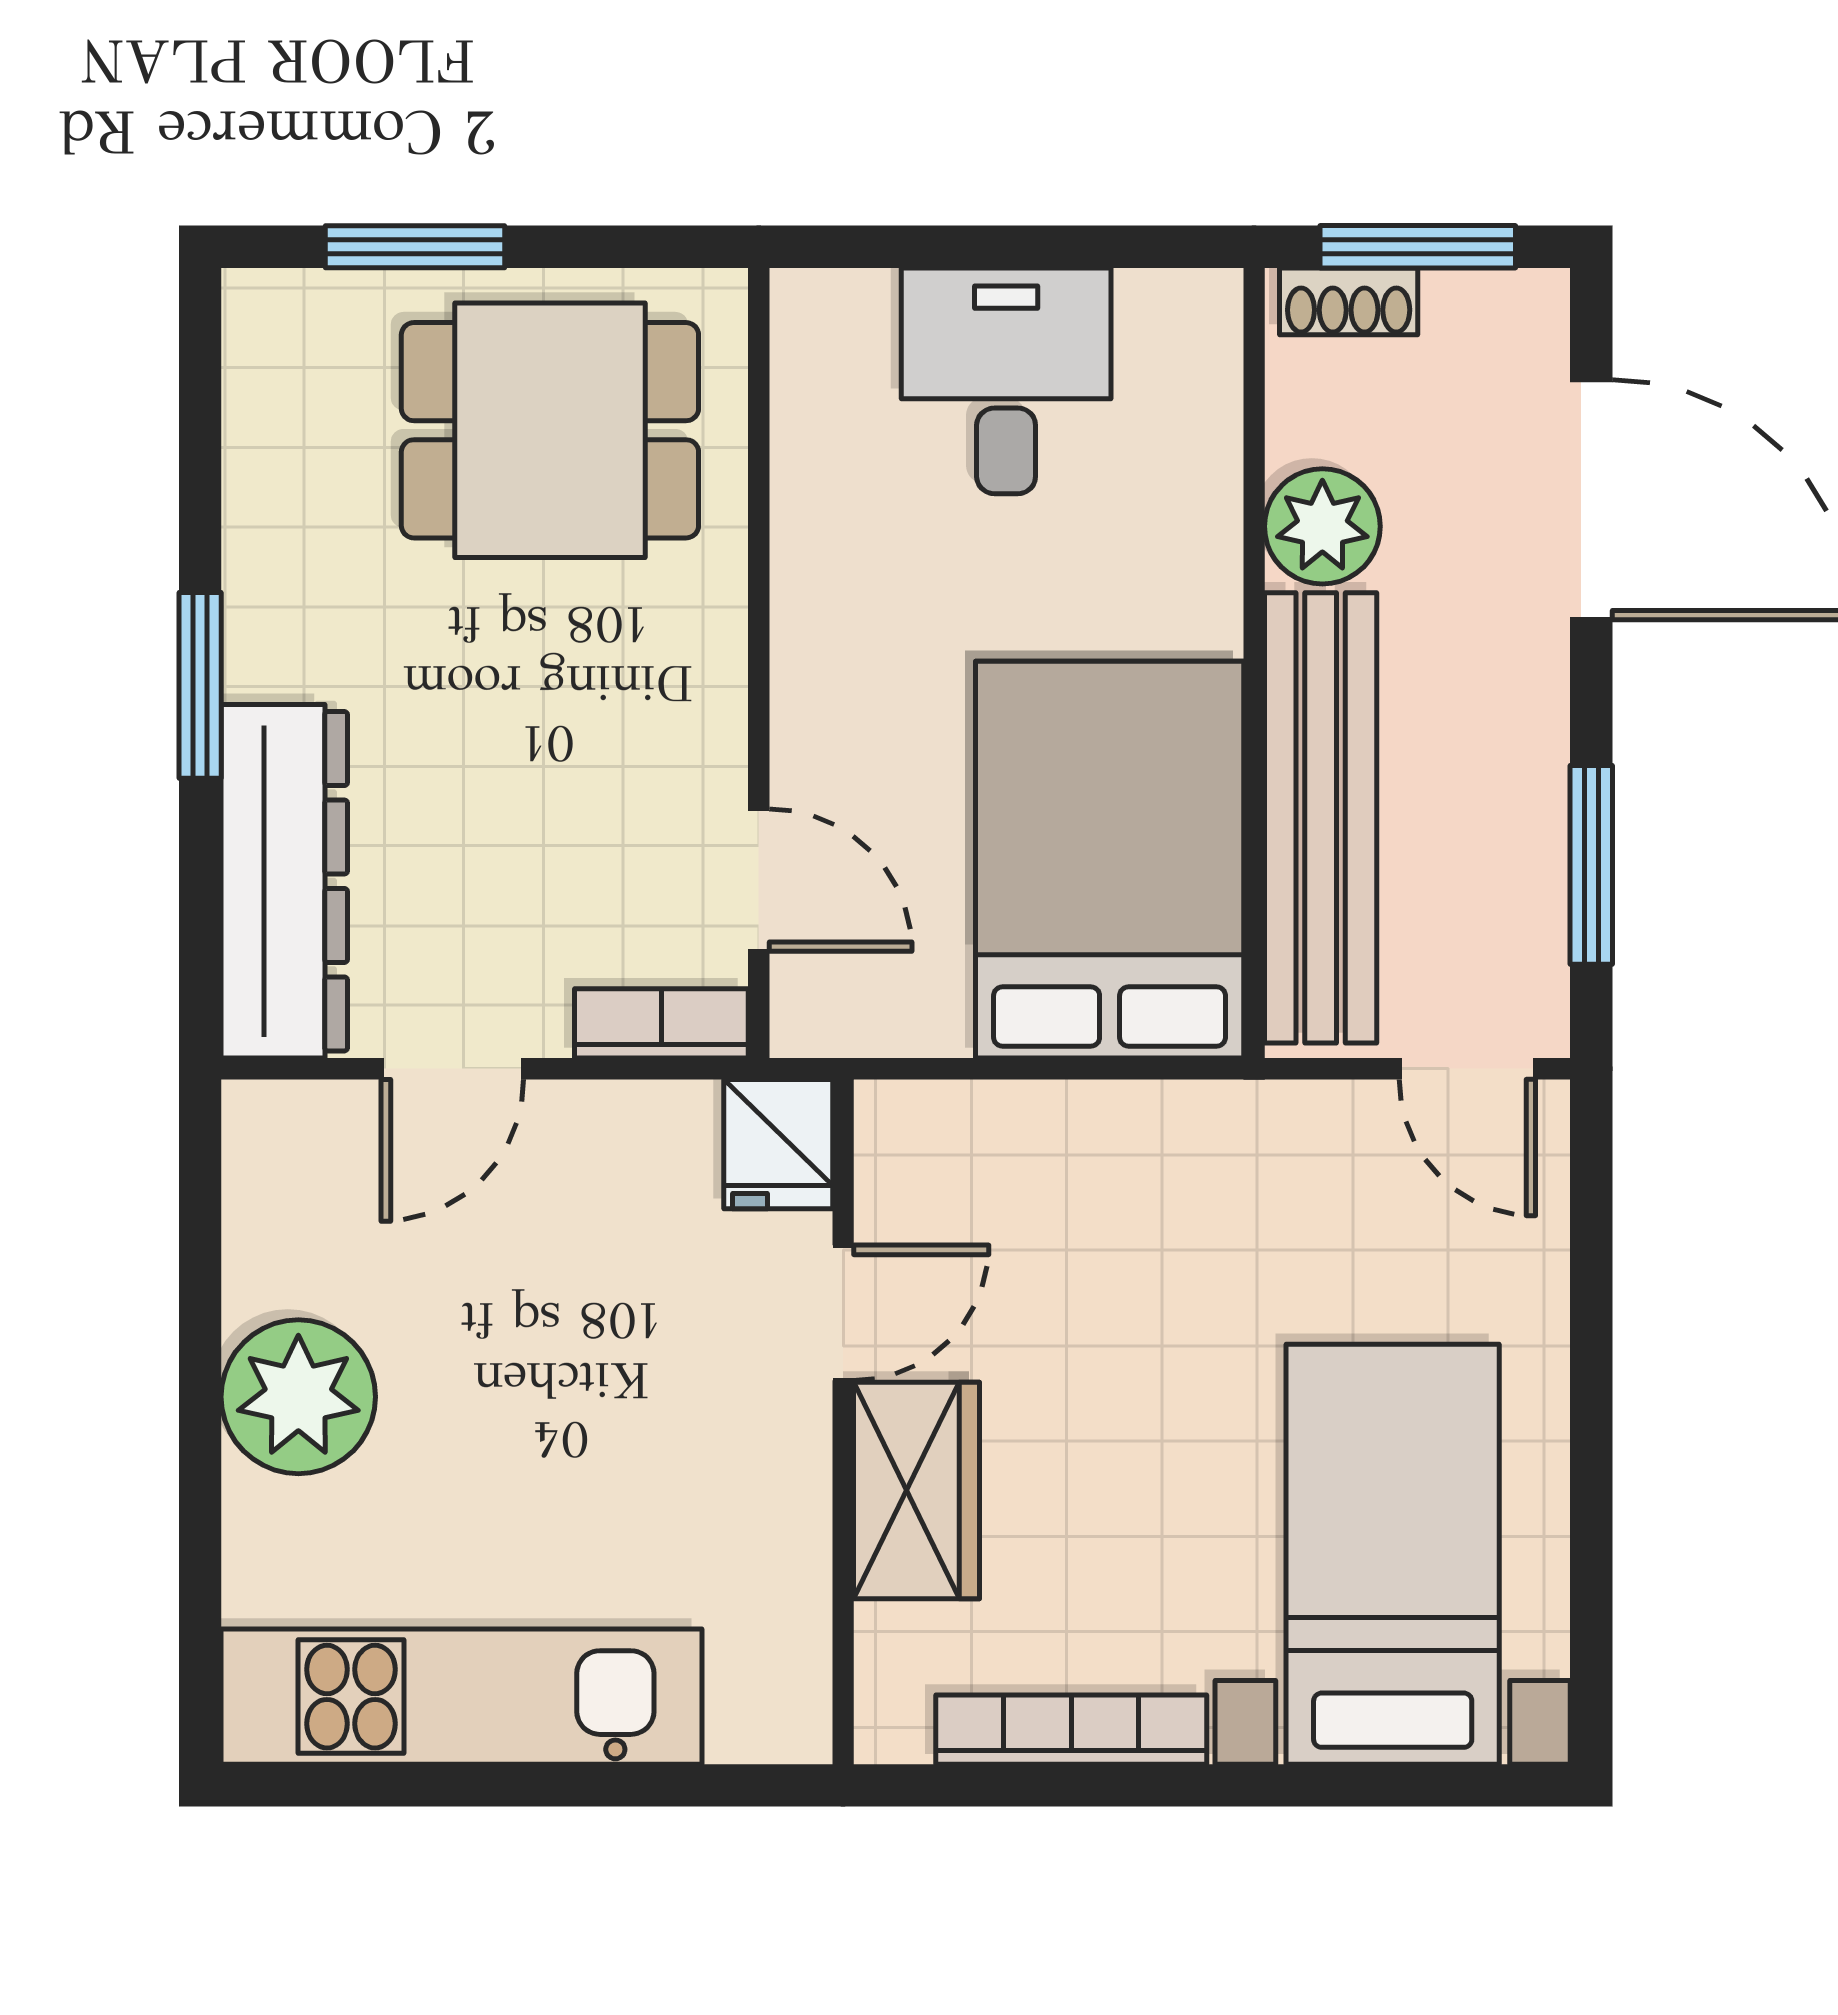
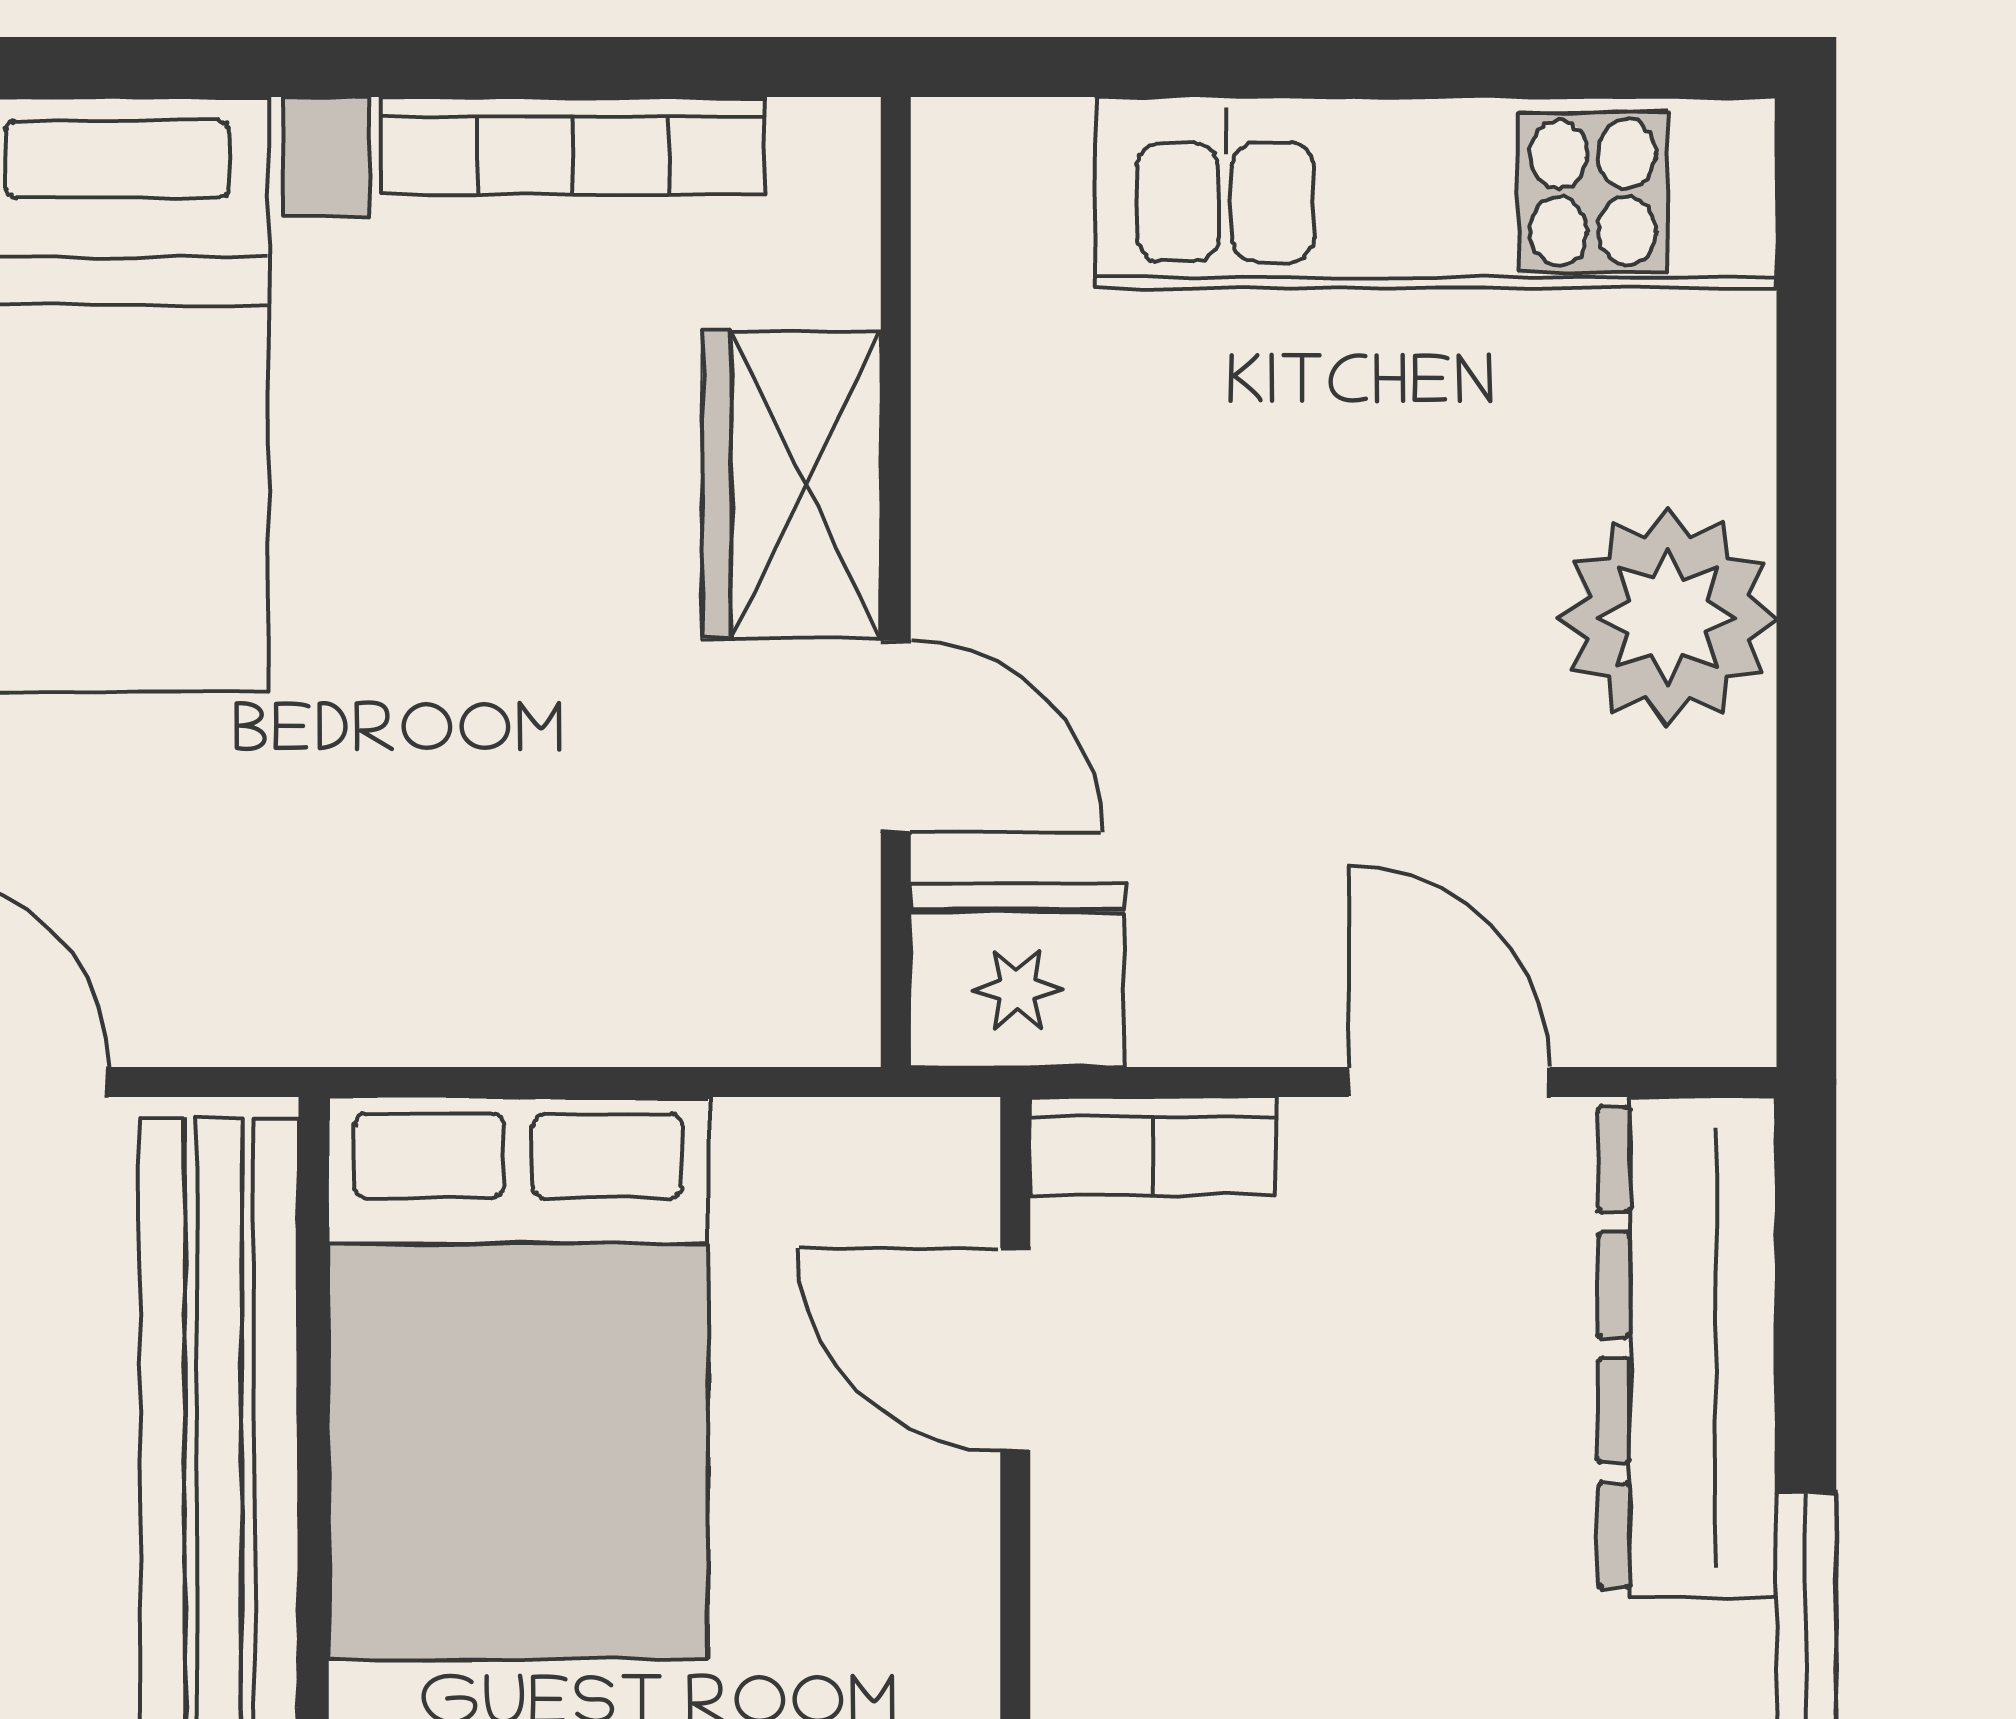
door: (452, 1069) -> (1449, 1082), hinge flipped
fridge: (778, 1144) -> (1017, 975), width x1.38
door: (843, 1313) -> (896, 736), swing flipped

